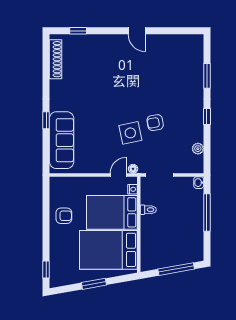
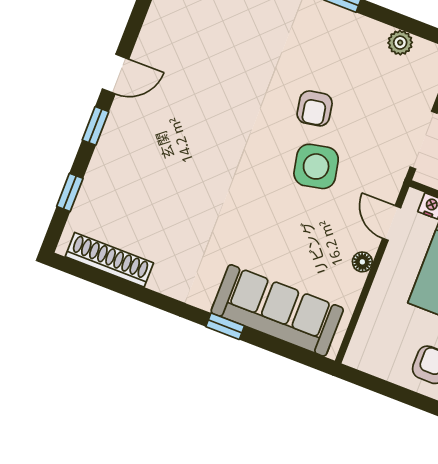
window: (111, 31) -> (95, 126), added
floor lamp: (133, 169) -> (362, 262), moved

